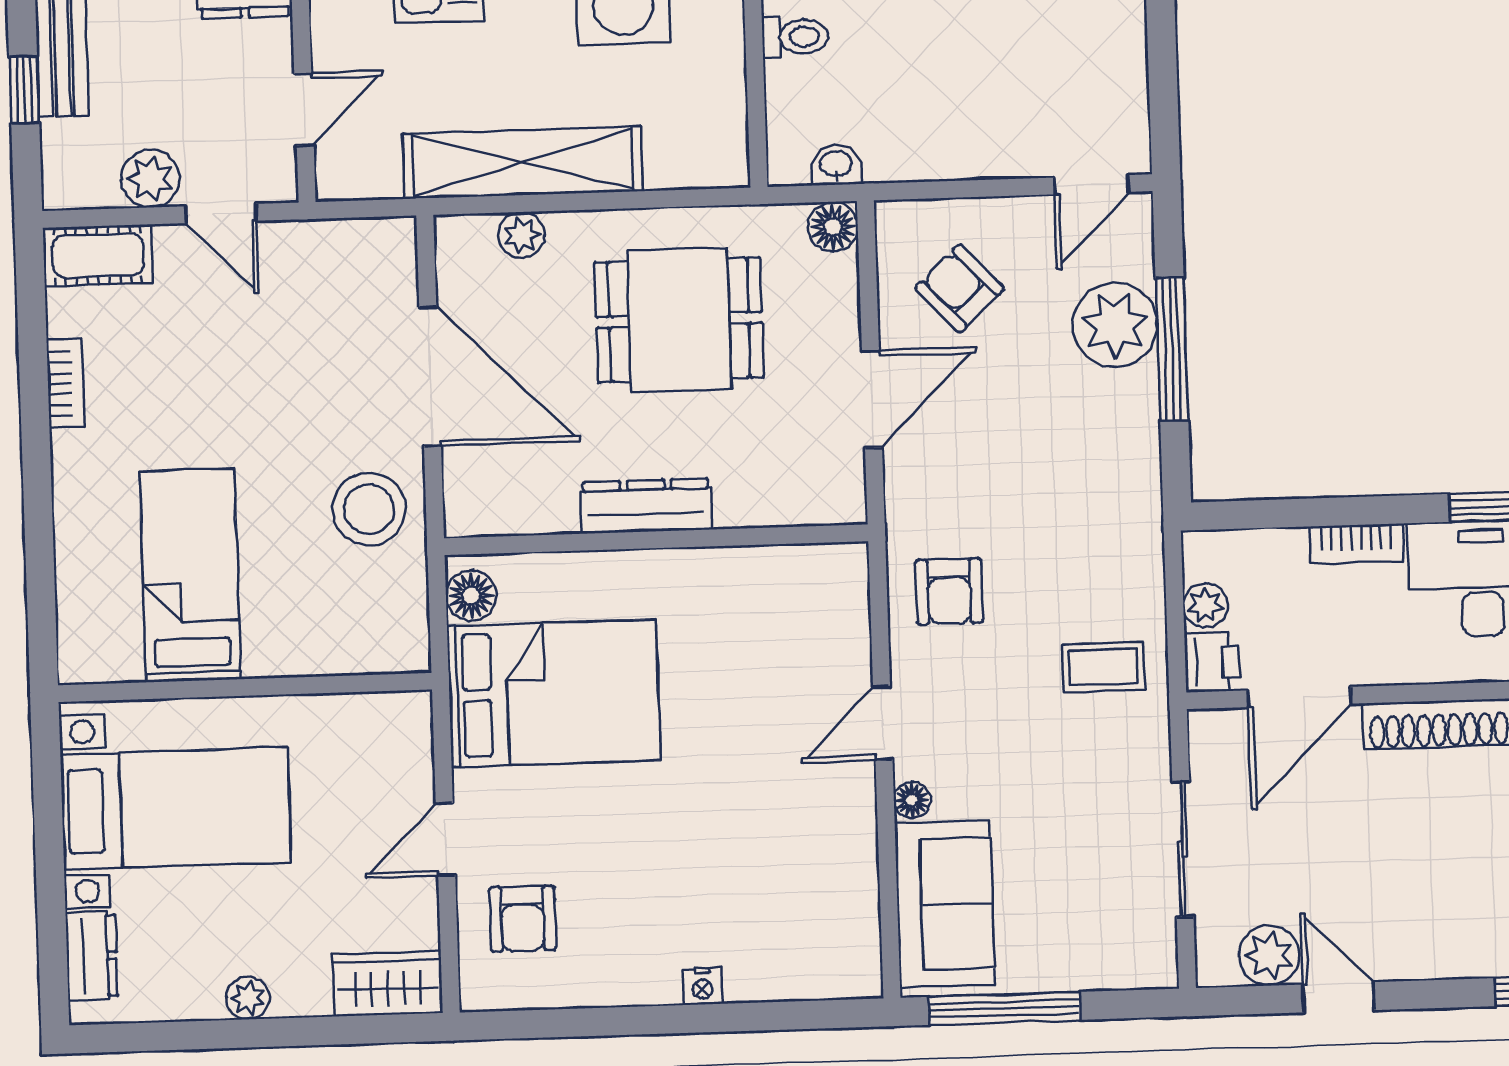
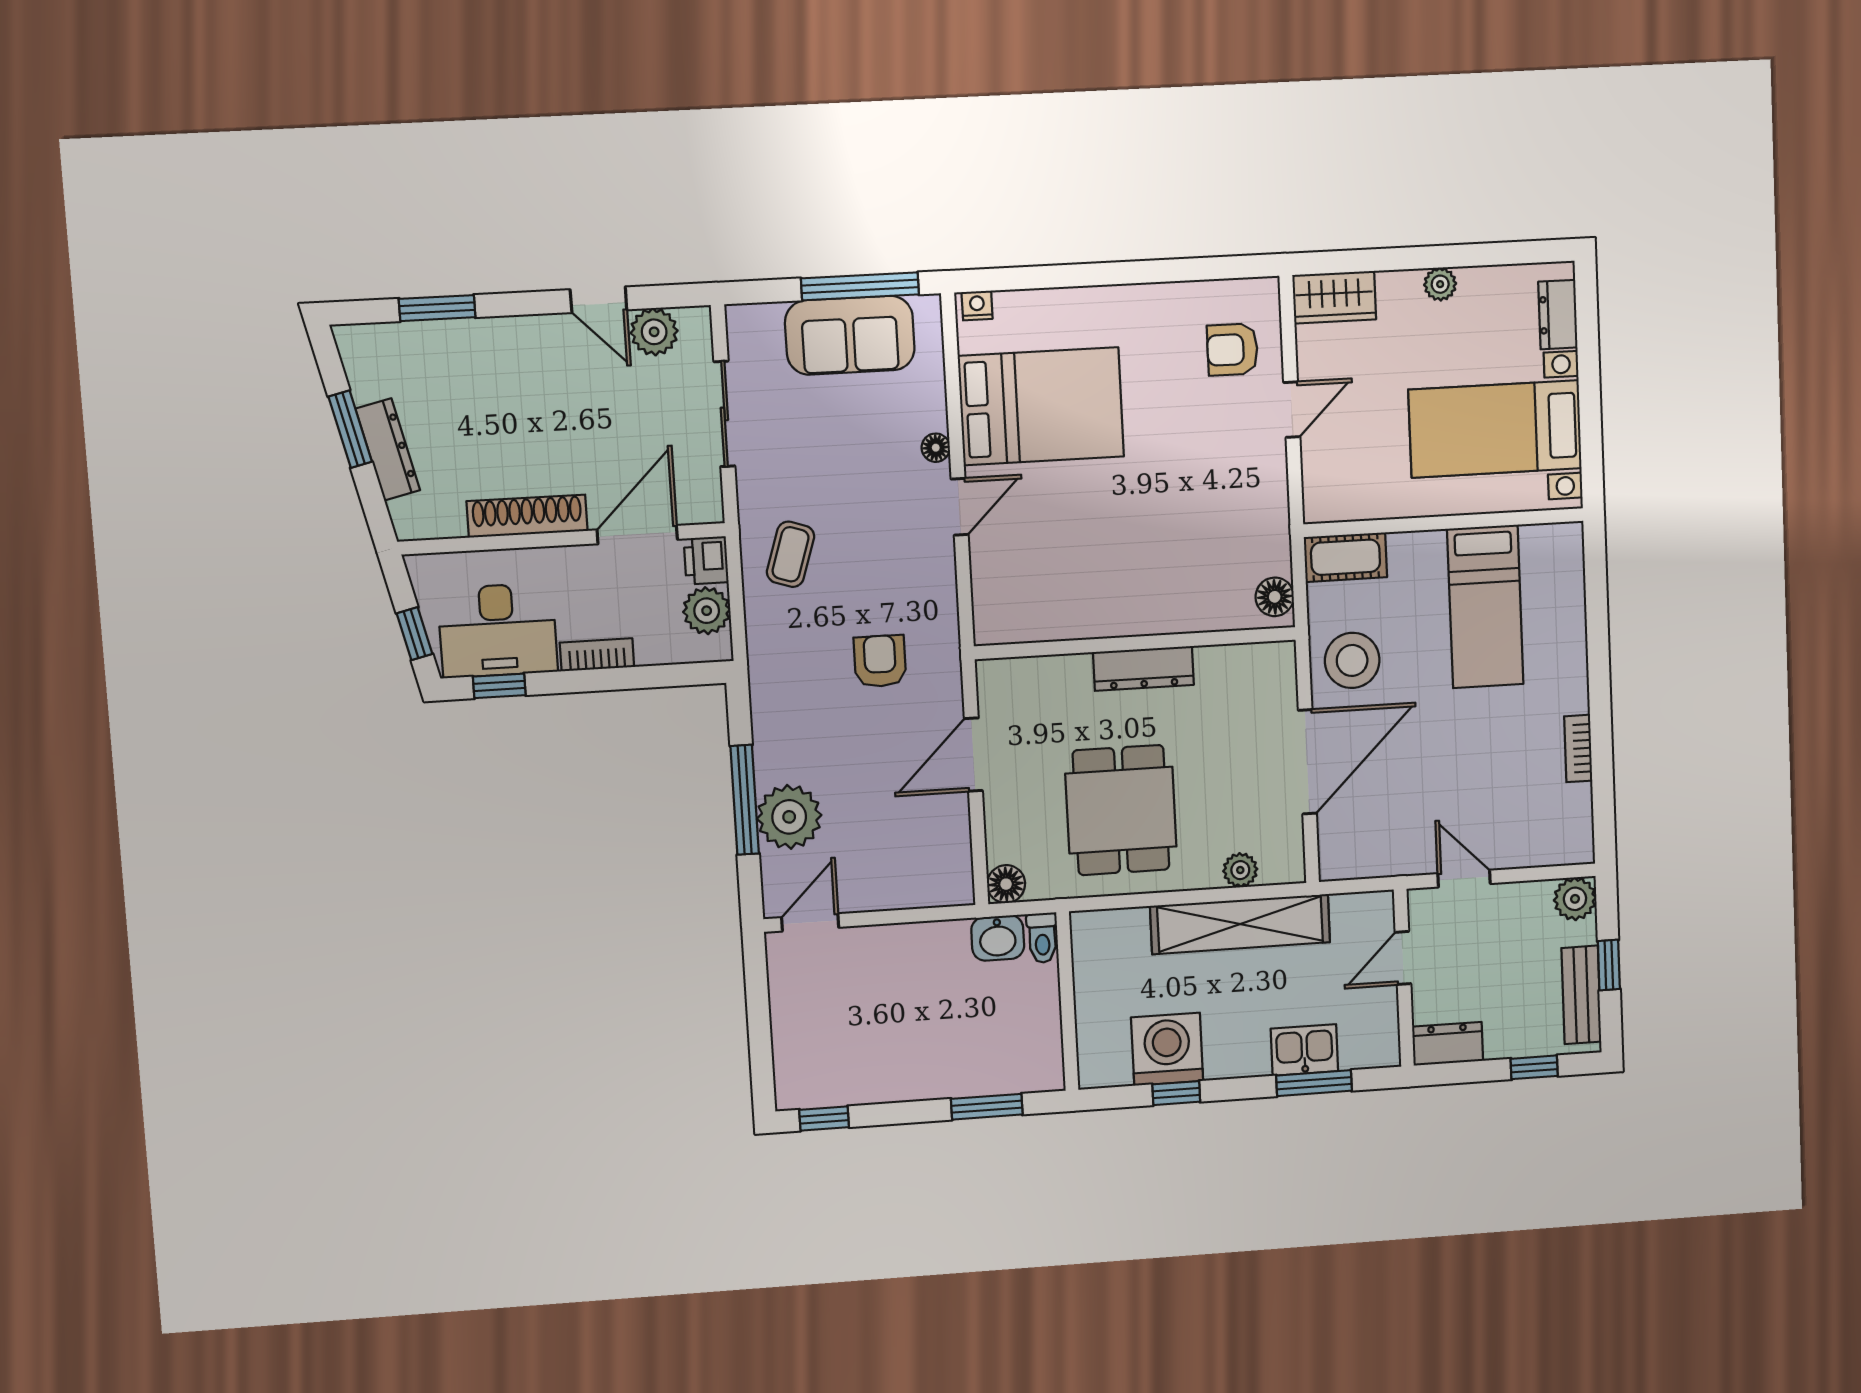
toilet: (795, 37) -> (1042, 938), moved, turned -90
washbasin: (836, 165) -> (998, 938), width x1.38, depth x1.45
plant: (150, 178) -> (1575, 899), moved
cot: (98, 255) -> (1345, 557), moved
armchair: (960, 288) -> (909, 841), removed
dining table: (679, 320) -> (1121, 810), turned 90
door: (430, 376) -> (1307, 762), swing flipped
armchair: (949, 591) -> (880, 661), moved
plant: (1205, 605) -> (707, 611), width x1.38, depth x1.38
coffee table: (1103, 667) -> (791, 554), turned -72
bed: (554, 693) -> (1041, 406), moved, turned 180
sofa: (945, 904) -> (850, 335), moved, turned -90
armchair: (523, 919) -> (1232, 350), turned -90
nightstand: (703, 986) -> (977, 306), moved

